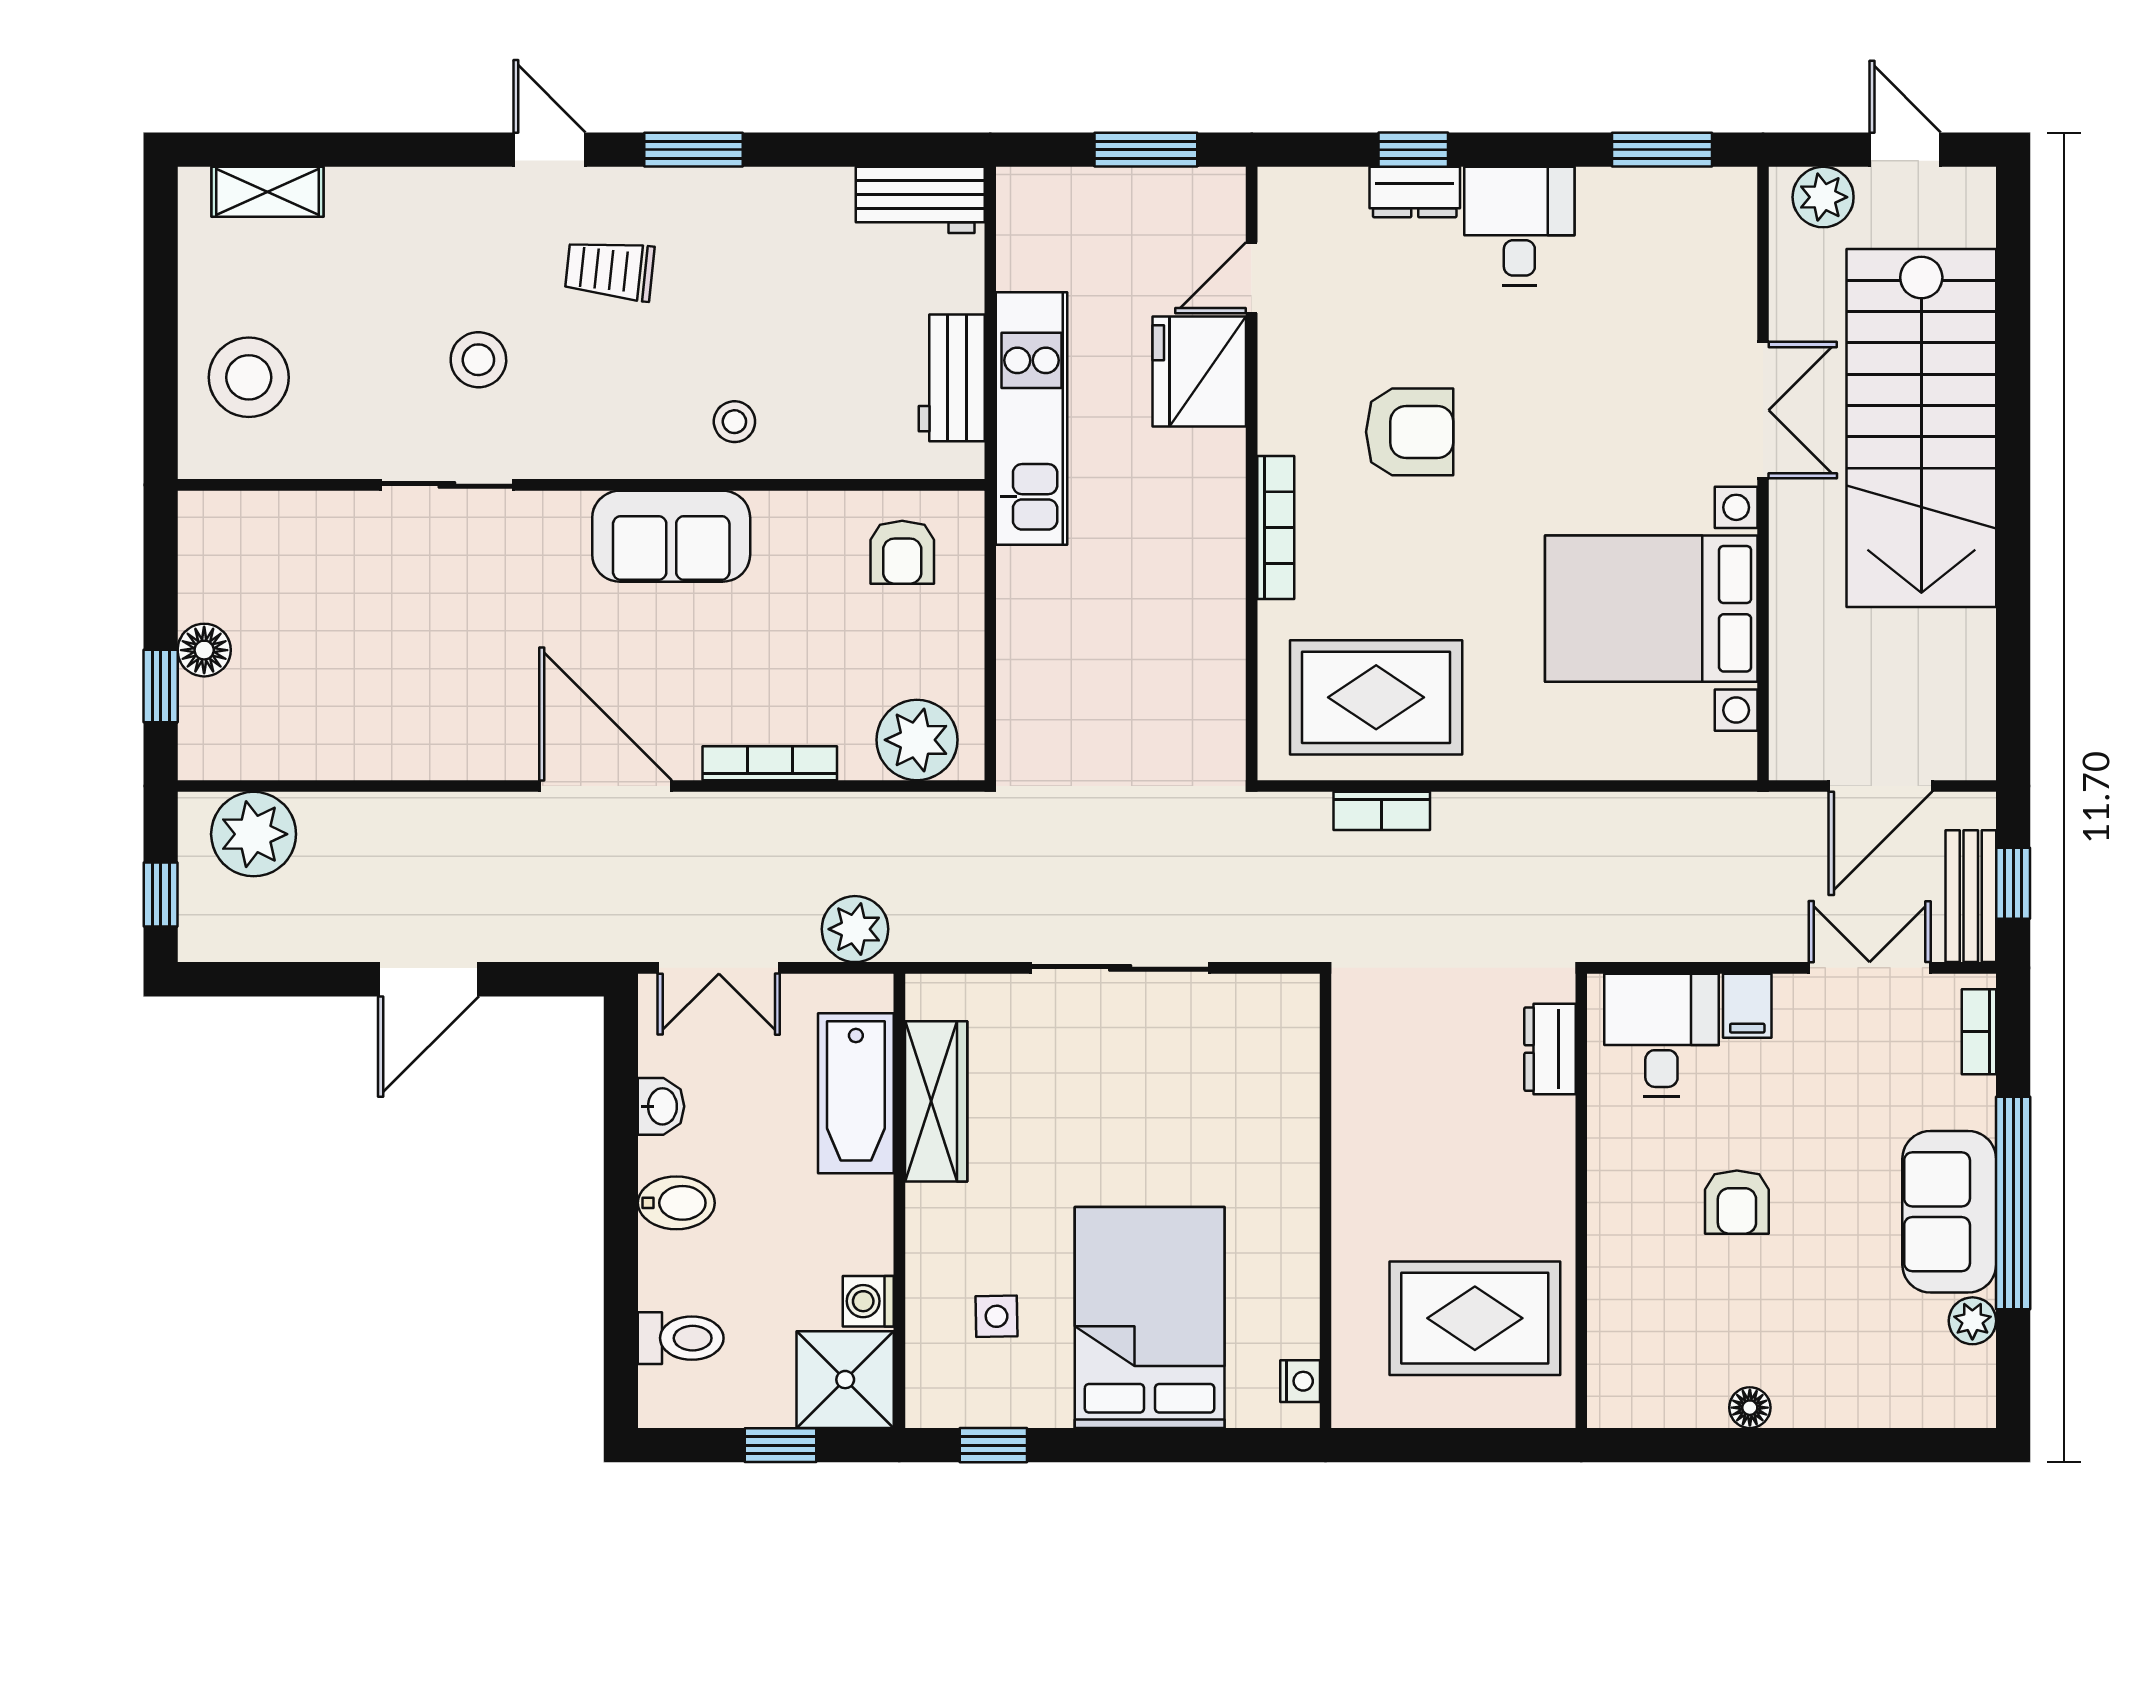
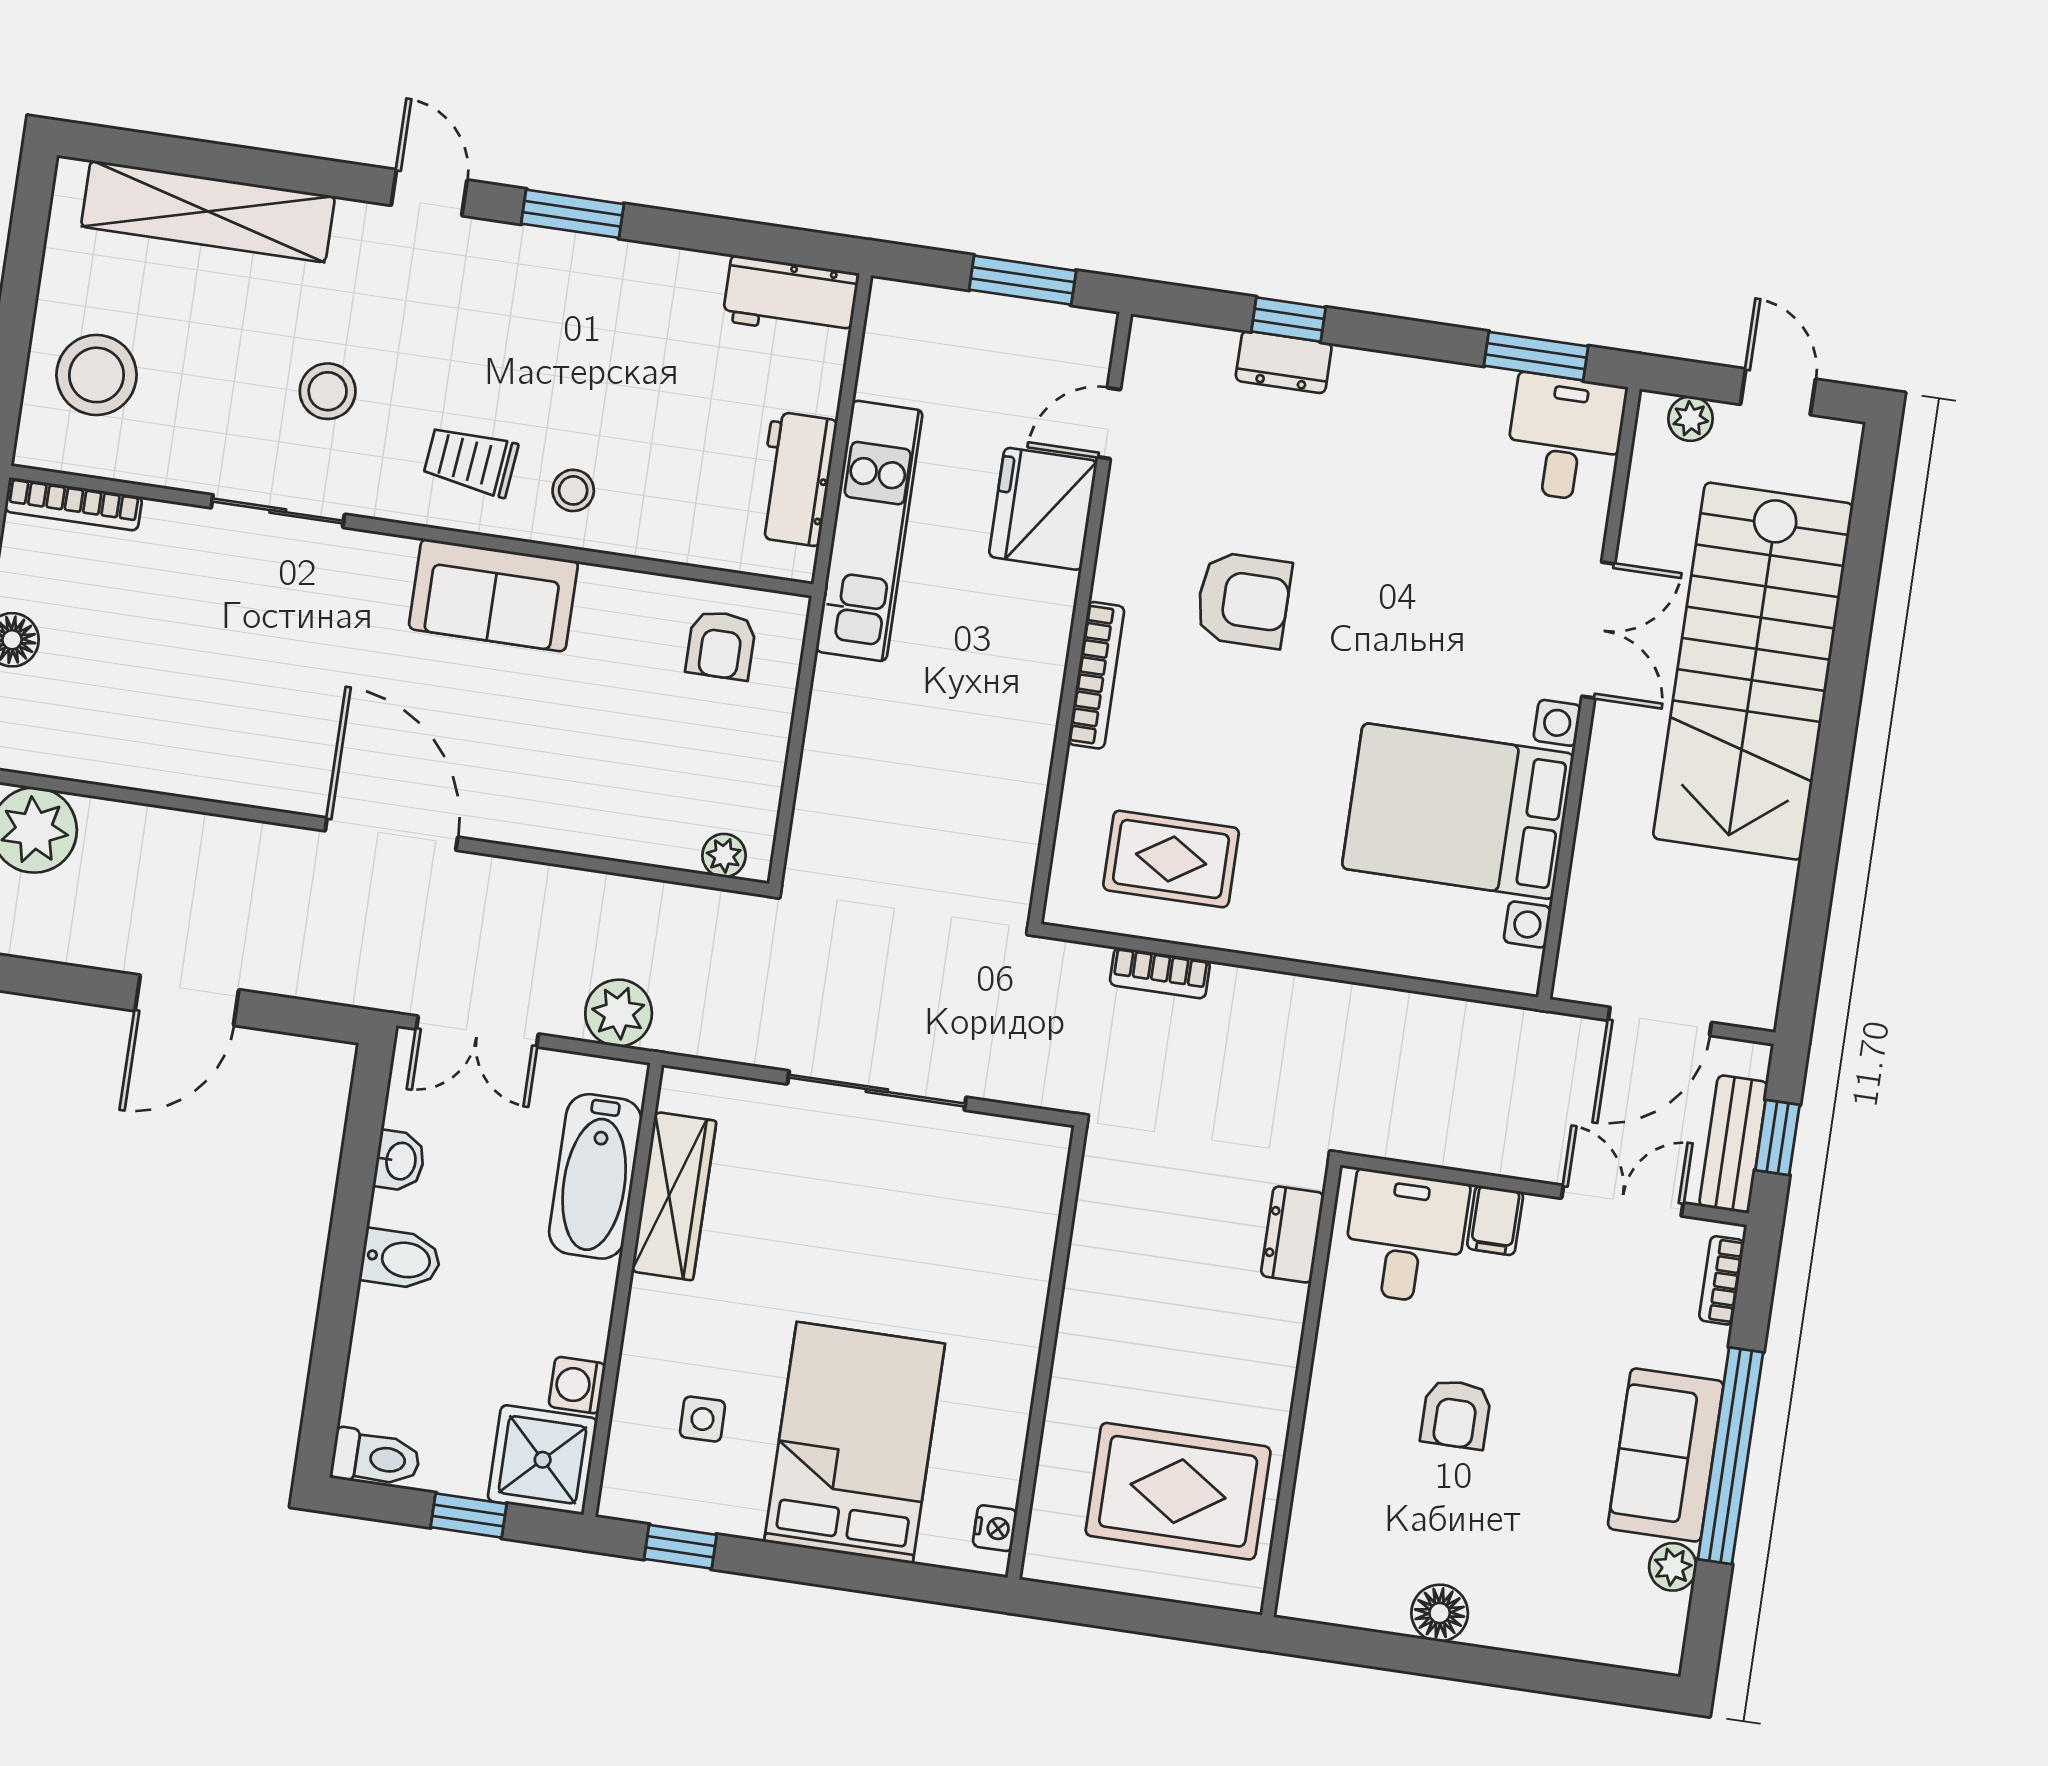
shelving: (268, 192) -> (208, 211), width x2.20, depth x1.33
plant: (1823, 197) -> (1691, 419), width x0.73, depth x0.73
desk: (1519, 226) -> (1565, 438), moved
trolley: (610, 270) -> (471, 461), moved
rug: (1376, 697) -> (1171, 859), width x0.73, depth x0.70
plant: (917, 740) -> (724, 855), width x0.53, depth x0.53
bookcase: (770, 763) -> (73, 504), moved, turned 180
toilet: (681, 1338) -> (376, 1458), moved
floor lamp: (1750, 1408) -> (1440, 1613), width x1.37, depth x1.37

